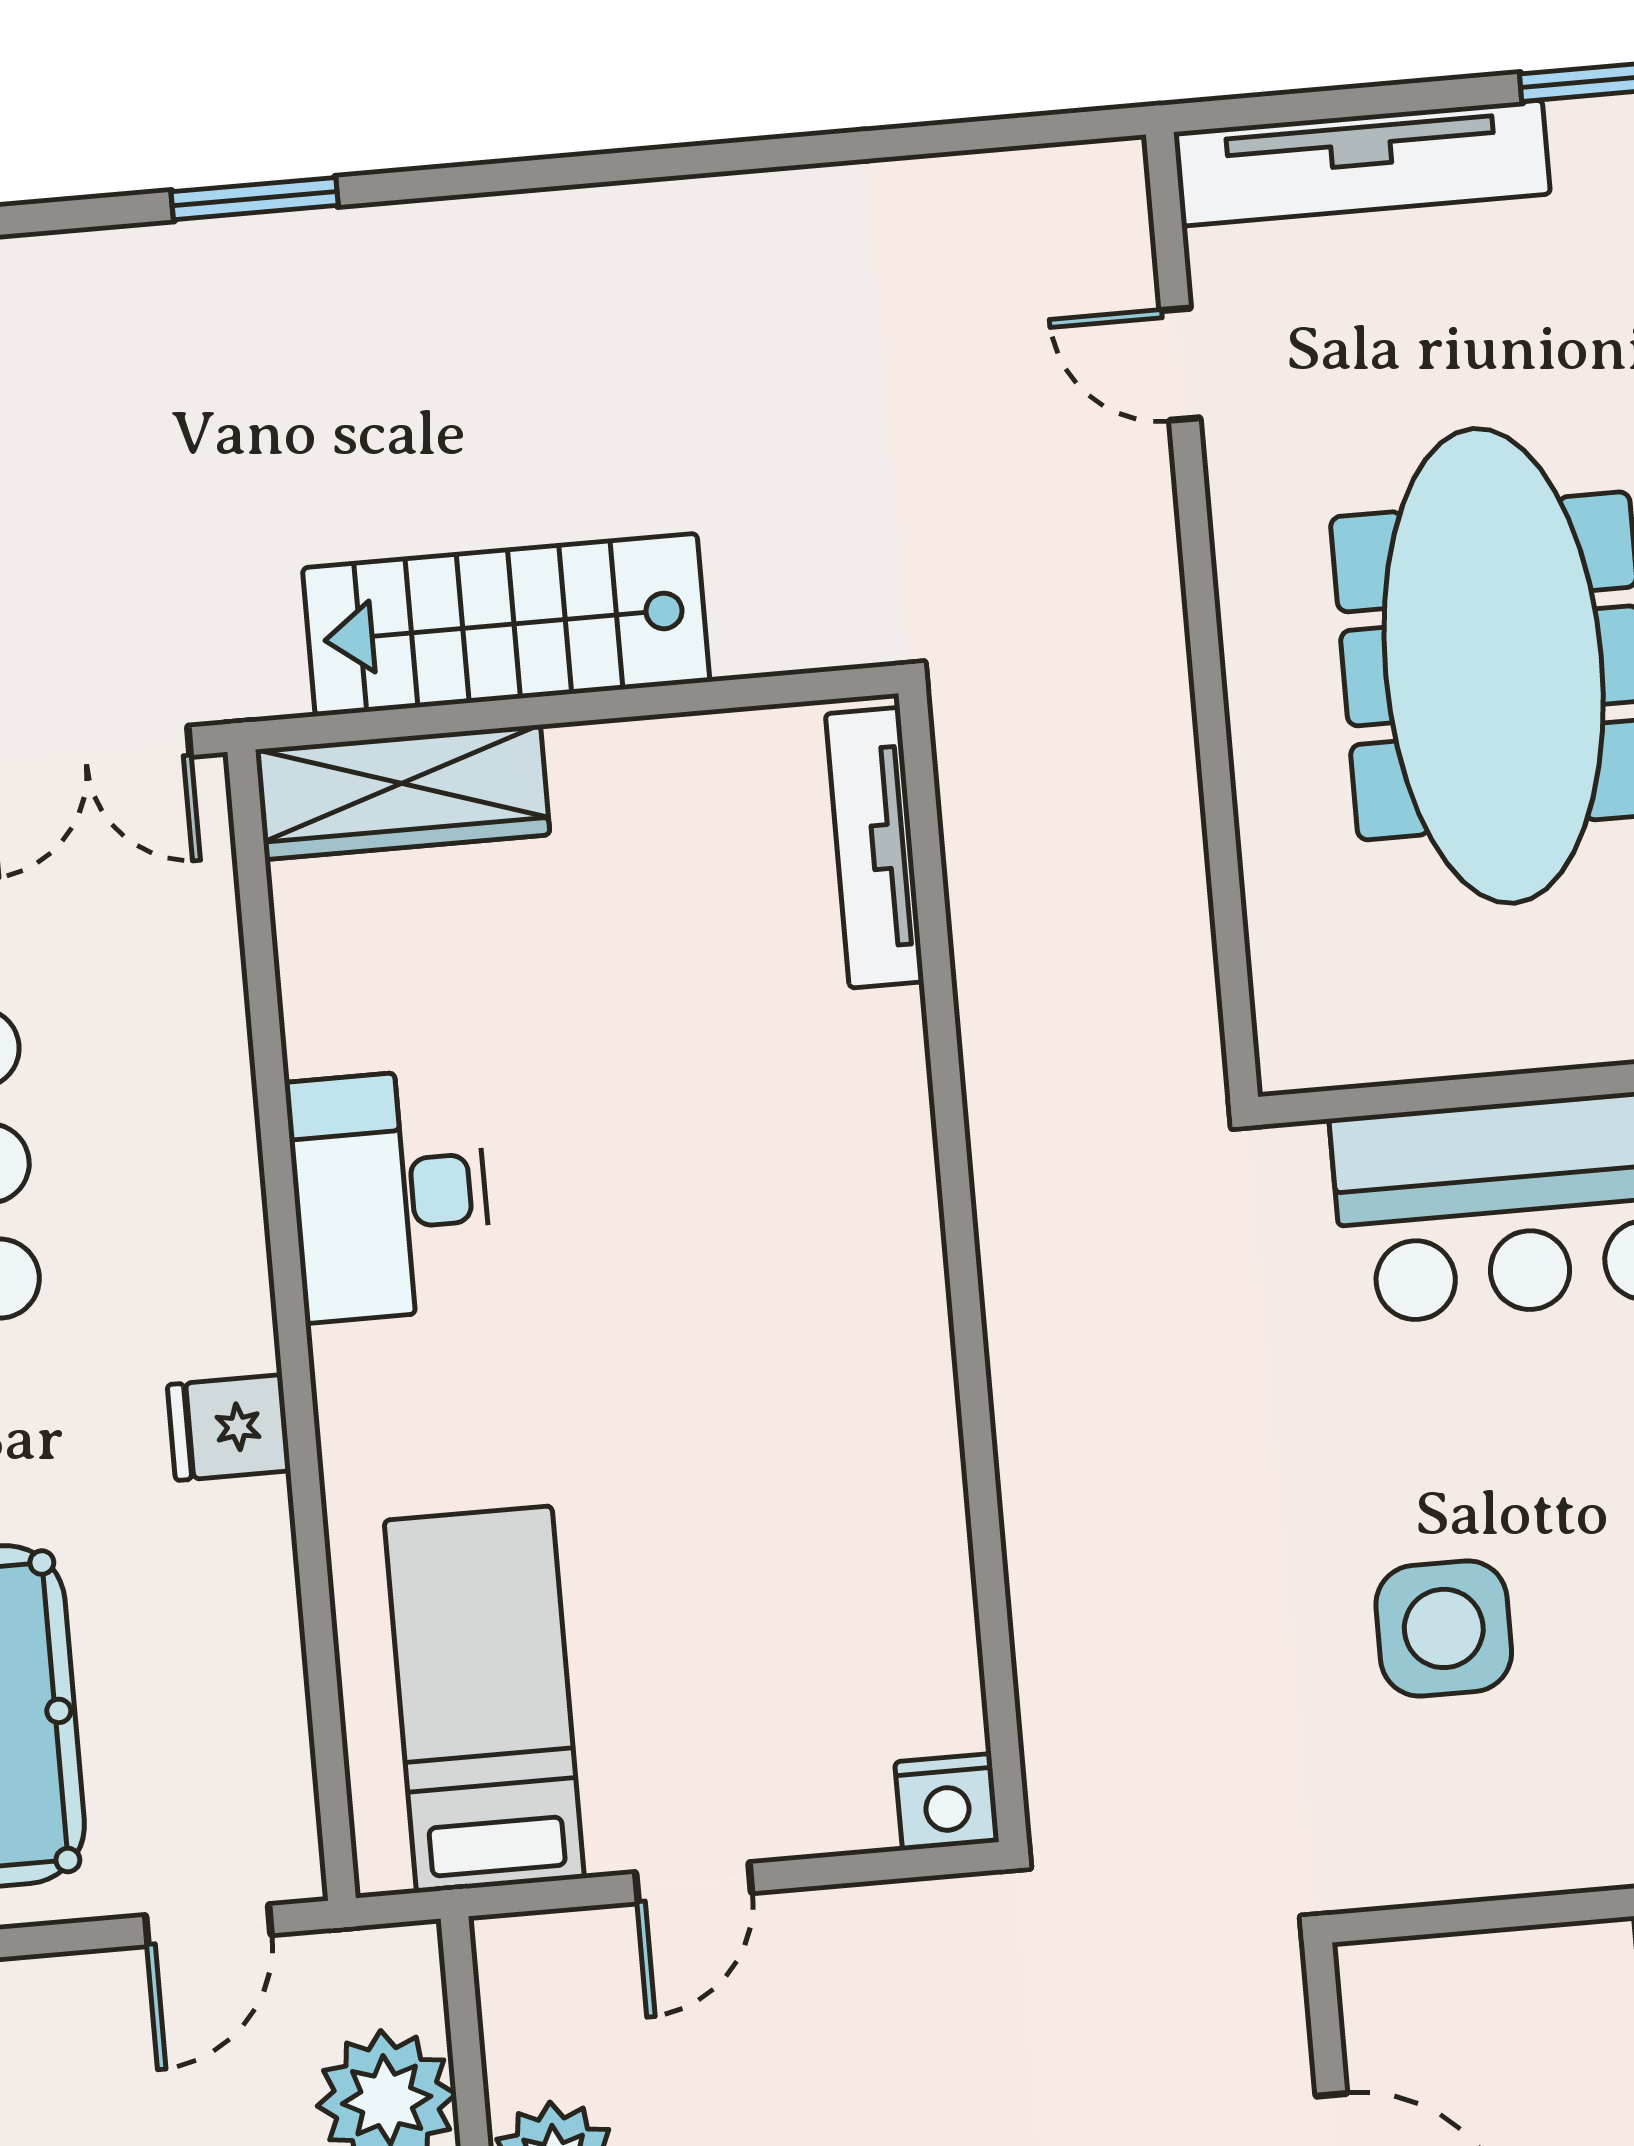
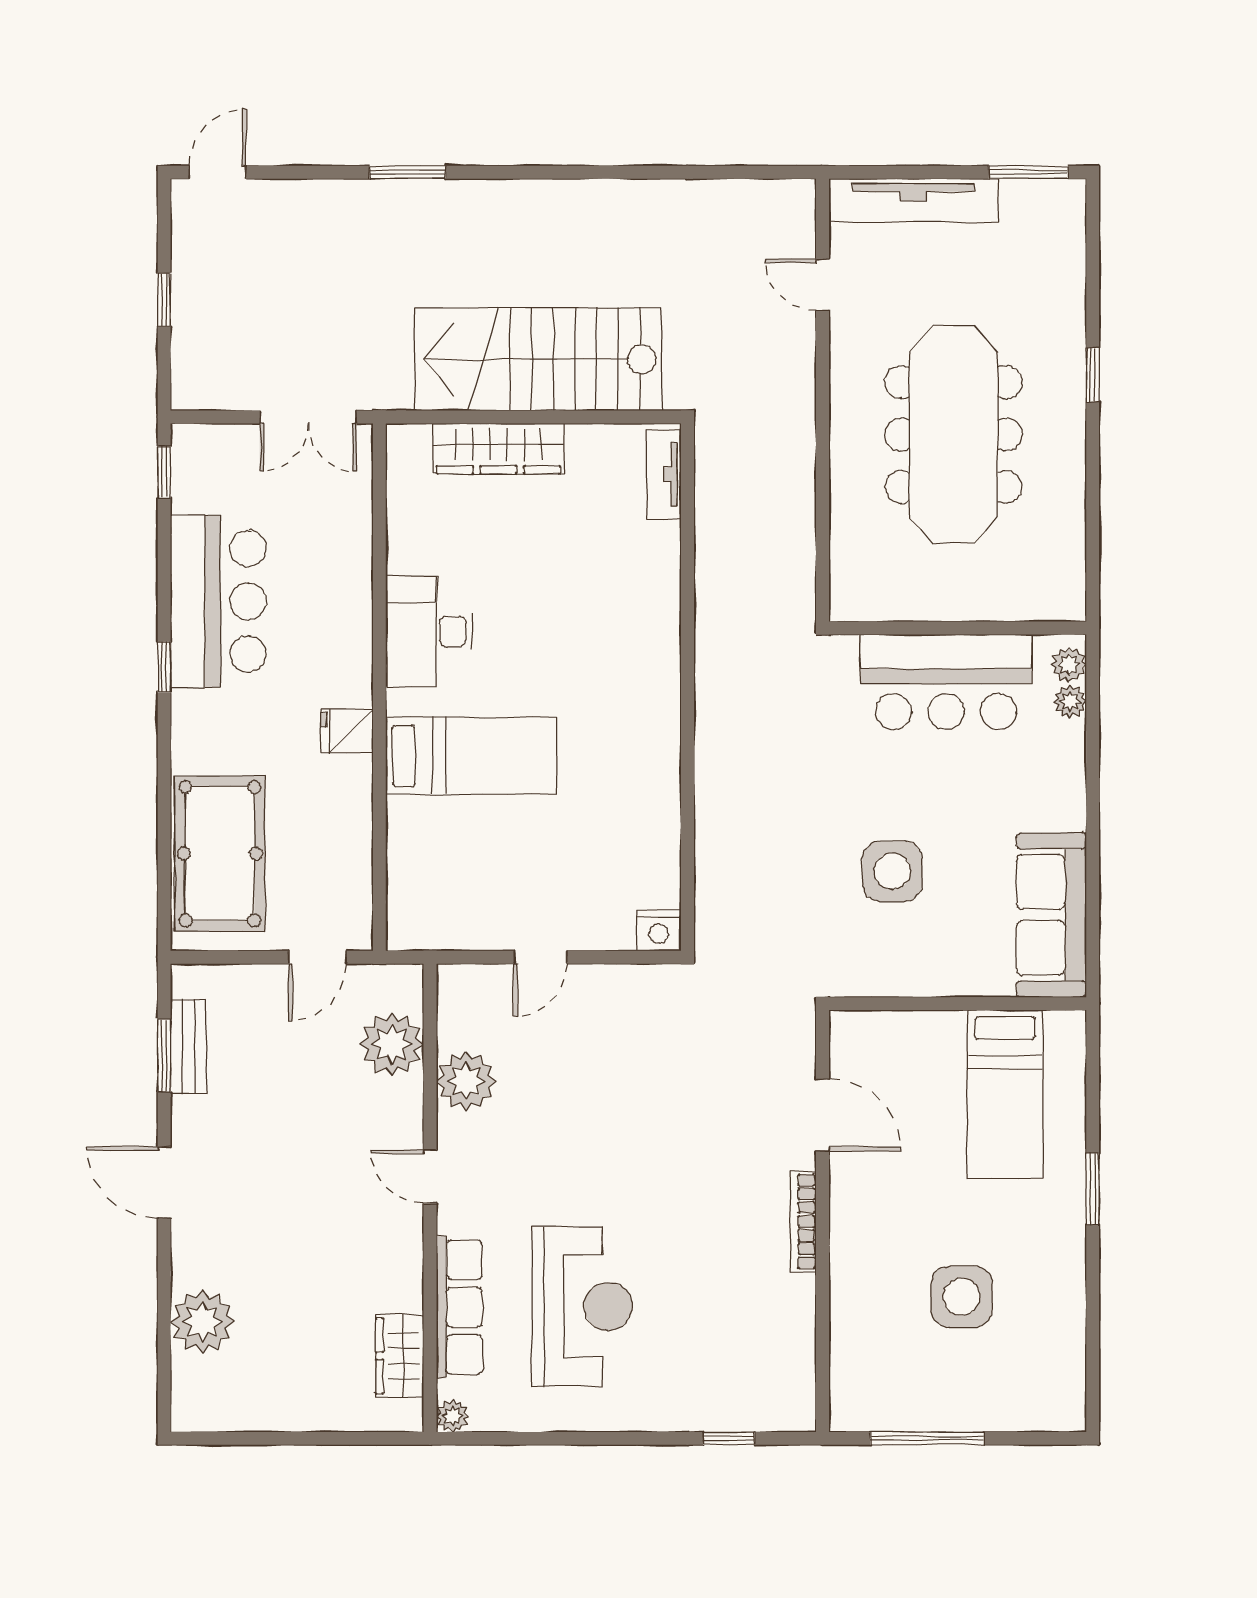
stairs: (506, 625) -> (538, 359), width x1.36, depth x1.51
wardrobe: (403, 792) -> (498, 449), moved
tv unit: (875, 848) -> (664, 474), width x0.71
bed: (484, 1699) -> (471, 756), moved, turned 90

